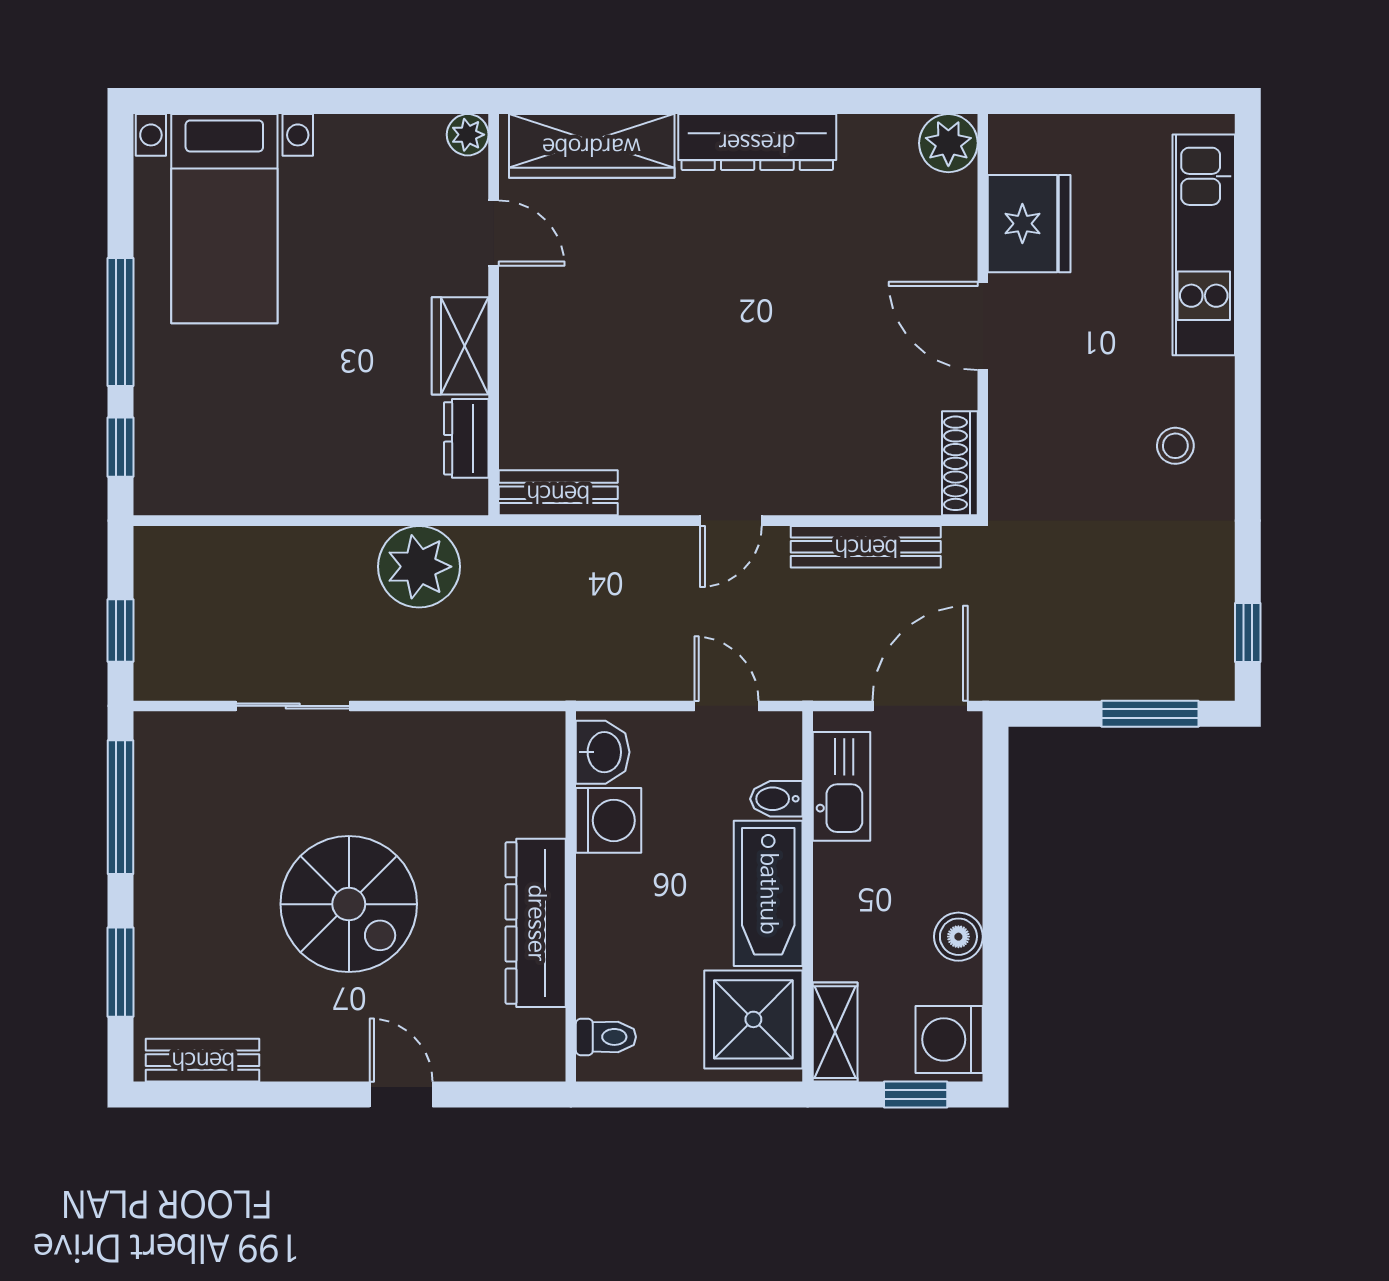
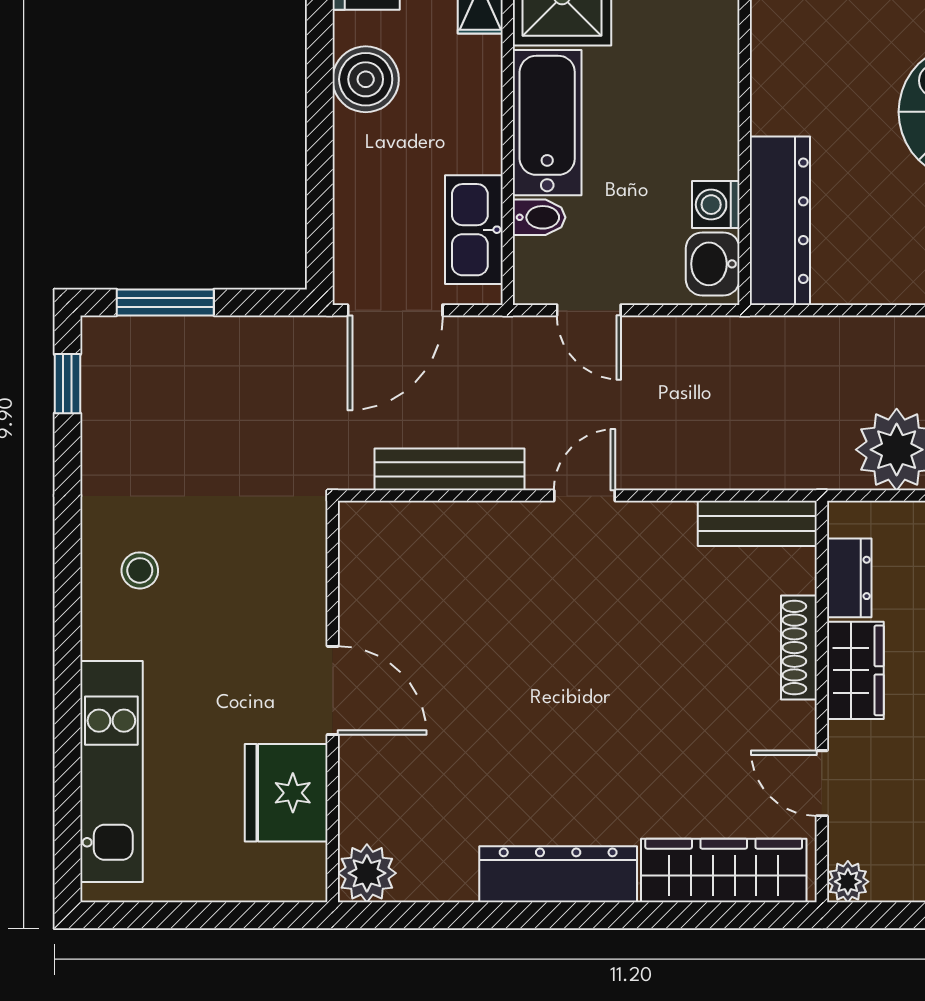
shoe rack: (960, 463) -> (799, 648), moved, turned 180
washing machine: (609, 820) -> (716, 205), width x0.73, depth x0.73
dresser: (536, 923) -> (780, 221), moved
boiler: (958, 937) -> (366, 79), width x1.36, depth x1.36

